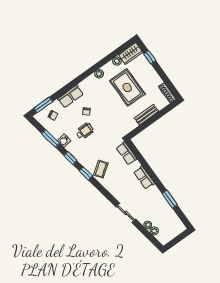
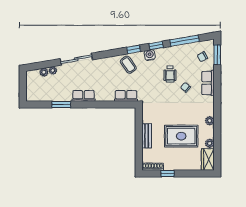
window: (150, 57) -> (168, 173), moved
window: (51, 138) -> (184, 41), width x1.44
water cooler: (64, 141) -> (150, 55), moved
row of seats: (144, 178) -> (84, 96), moved
sliding door: (126, 213) -> (76, 59), width x1.37

